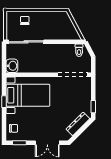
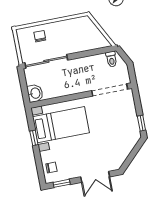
dresser: (78, 124) -> (127, 147), removed

